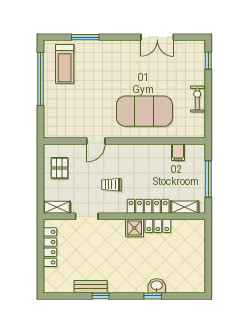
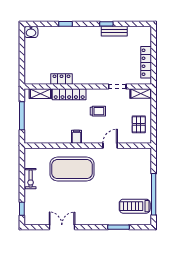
treadmill: (65, 64) -> (135, 206), turned -90
filing cabinet: (178, 152) -> (77, 137), moved
shower: (134, 228) -> (80, 77), removed
washbasin: (157, 286) -> (31, 32), moved

